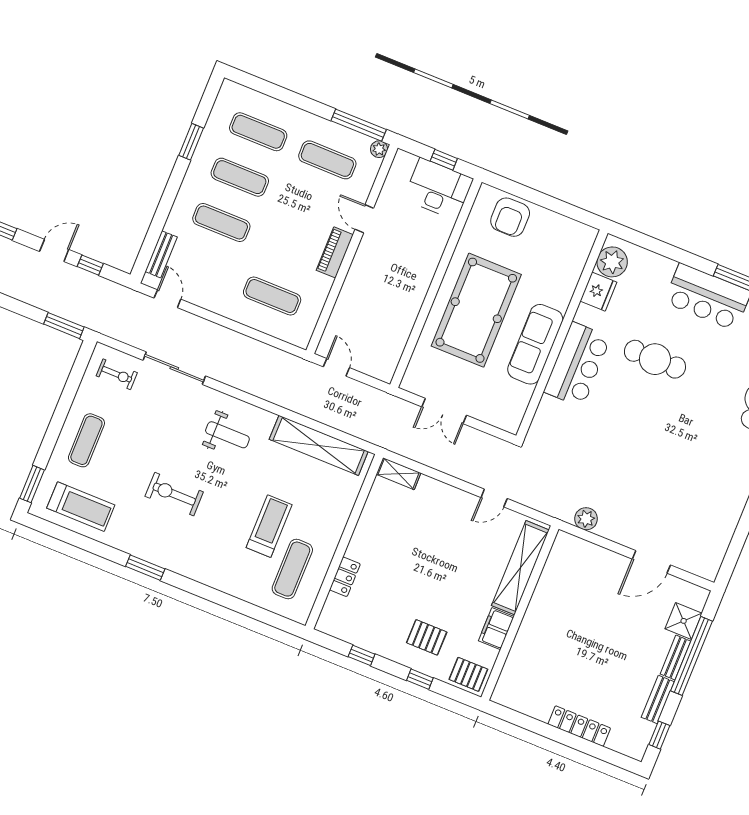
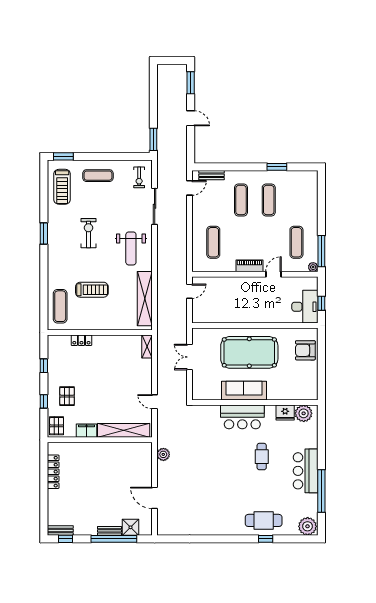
exercise mat: (258, 132) -> (296, 200), removed
window: (90, 265) -> (191, 140), removed
cafe table: (655, 359) -> (262, 457), width x0.73, depth x0.74
weight bench: (227, 435) -> (131, 248), width x1.36, depth x1.33
exercise mat: (292, 569) -> (60, 306), moved, turned 90
bench: (658, 699) -> (60, 531), moved
locker: (579, 726) -> (53, 472), moved

